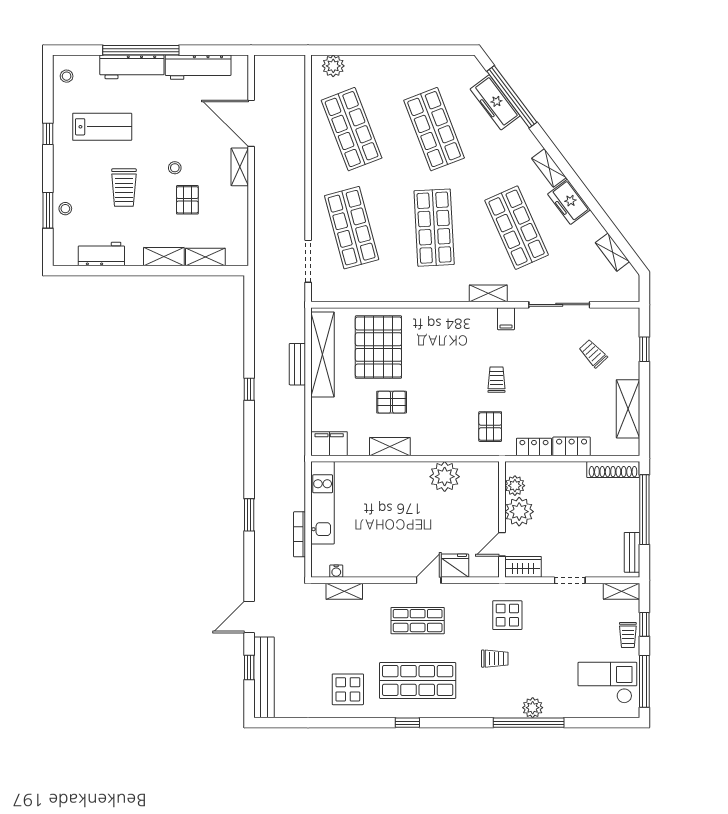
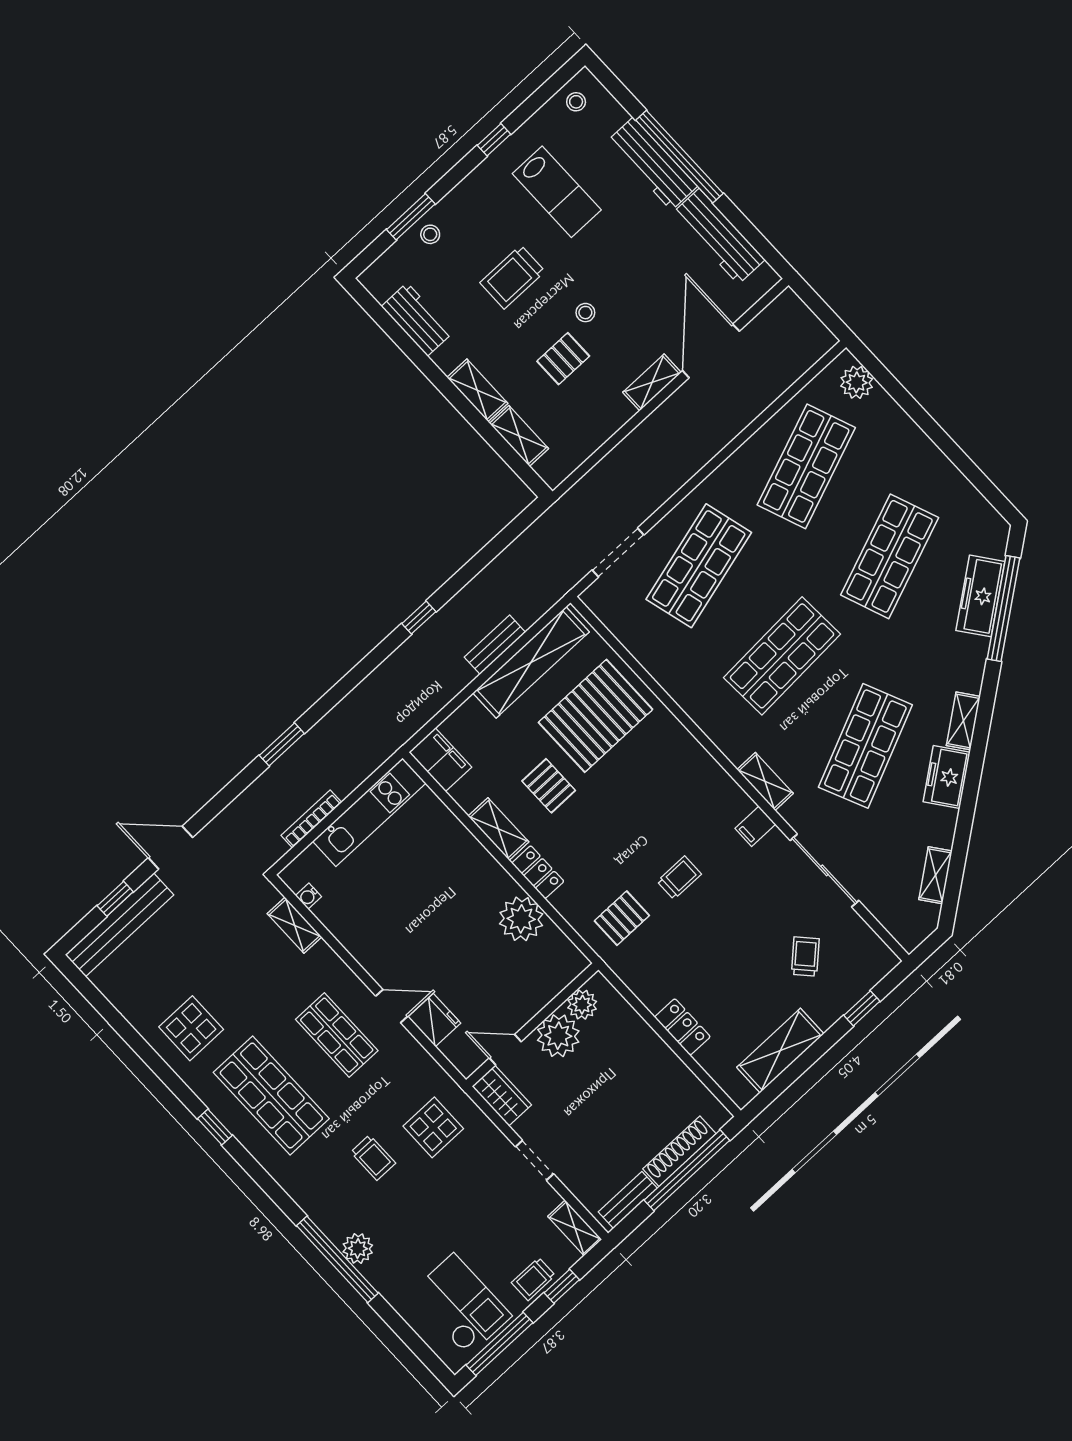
locker: (534, 447) -> (538, 872), moved
shoe rack: (613, 470) -> (679, 1151), moved, turned 90

